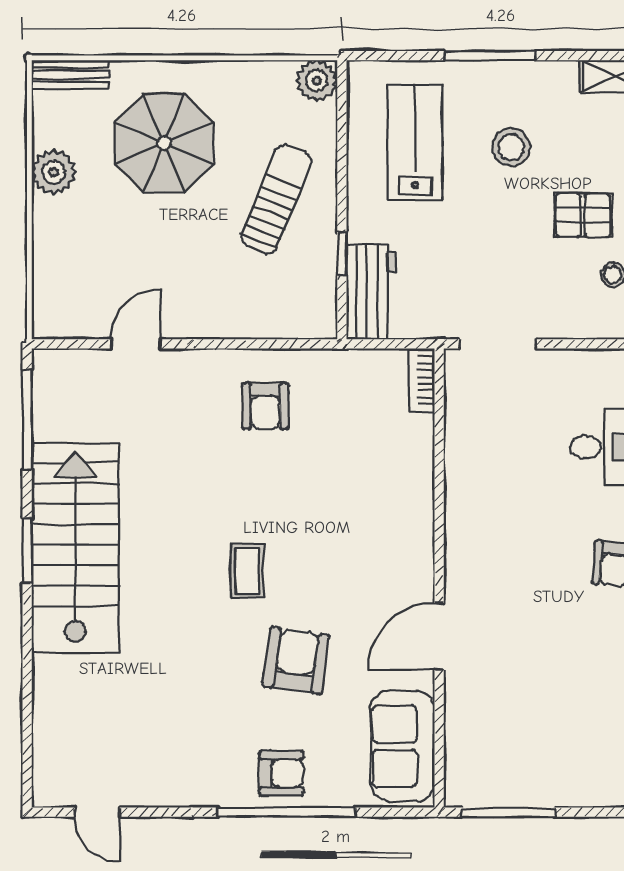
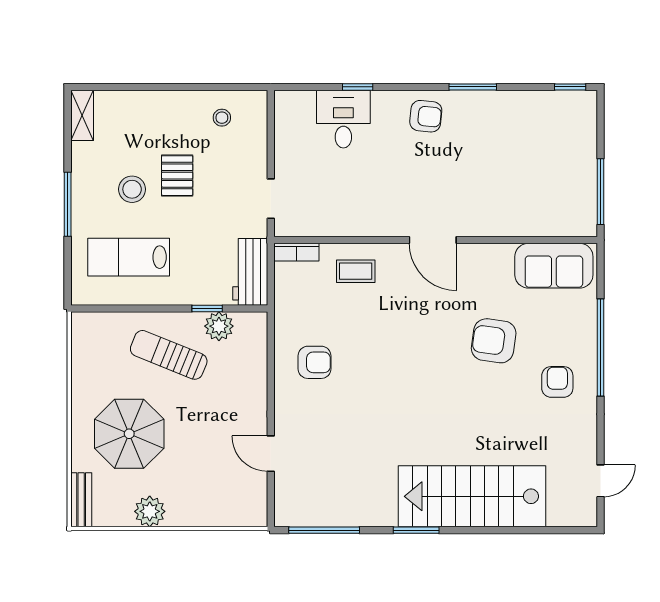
plant: (317, 81) -> (219, 326), moved
pallet: (583, 215) -> (177, 176), moved
workbench: (371, 292) -> (250, 272), moved, turned -90
doorway: (498, 344) -> (271, 199), width x0.73
stairs: (75, 548) -> (472, 496), moved
coffee table: (247, 571) -> (356, 271), moved
door: (439, 636) -> (433, 240), moved
armchair: (281, 773) -> (557, 382), moved

